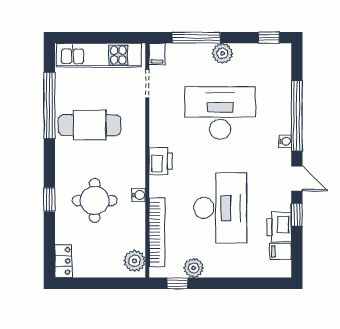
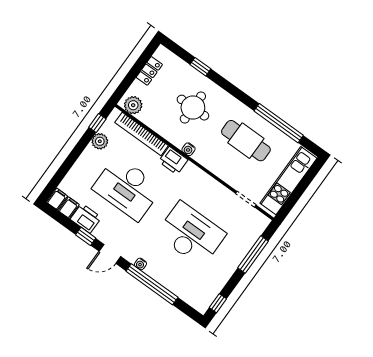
plant: (222, 53) -> (230, 265), removed
filing cabinet: (157, 54) -> (57, 199), moved, turned 90
desk: (220, 113) -> (191, 234), turned -90
cafe table: (90, 125) -> (246, 141), turned 90
printer: (161, 161) -> (173, 161), moved
water cooler: (139, 195) -> (189, 149), moved
window: (49, 200) -> (200, 67), moved
locker: (63, 261) -> (149, 71), moved, turned -90

